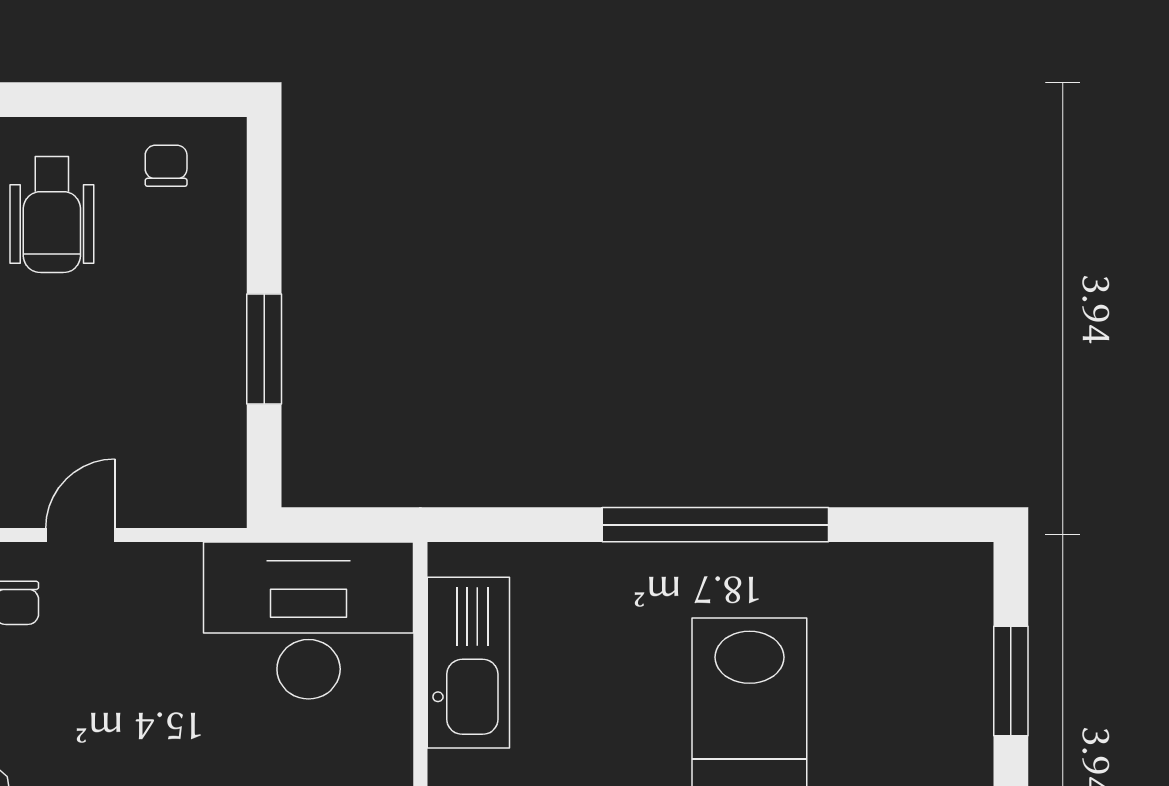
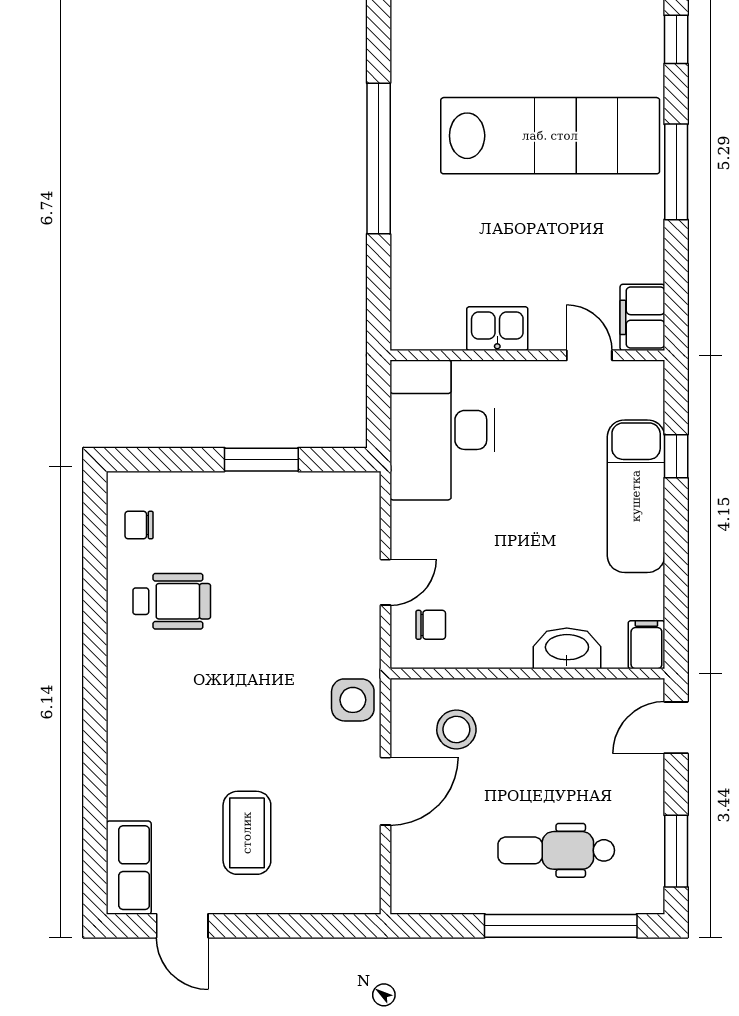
door: (80, 535) -> (385, 582), swing flipped
kitchen sink: (468, 663) -> (497, 329), width x0.53, depth x0.81

